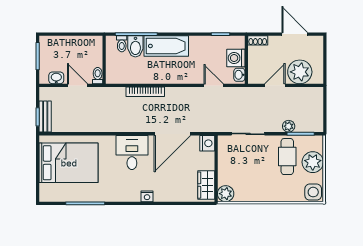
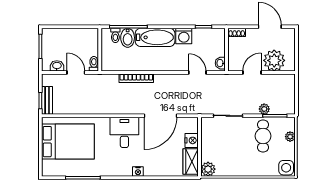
washing machine: (236, 58) -> (184, 36), moved, turned -90
nightstand: (207, 143) -> (192, 140), moved
plant: (313, 162) -> (290, 137), width x0.53, depth x0.53

